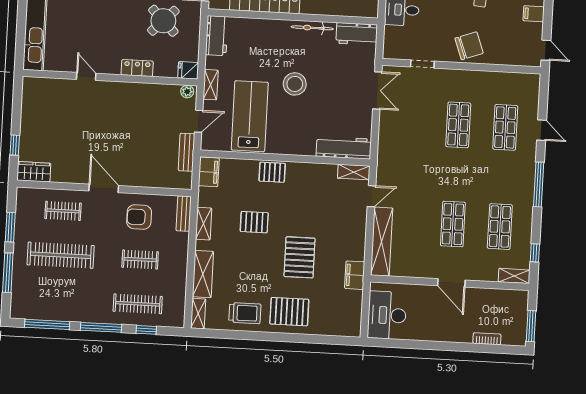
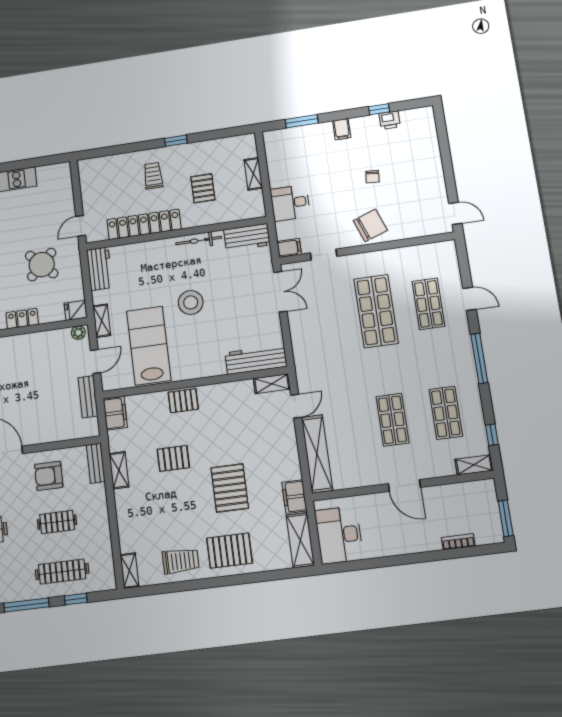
filing cabinet: (534, 14) -> (289, 248), moved, turned 180
shop shelf: (458, 125) -> (376, 311), width x1.43, depth x1.36
shelving: (203, 274) -> (300, 540), moved

